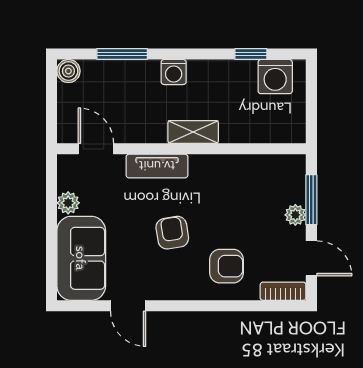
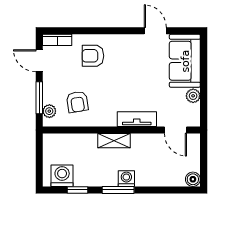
window: (122, 54) -> (118, 190), moved
plant: (295, 215) -> (49, 111), moved
armchair: (172, 233) -> (77, 102), moved

